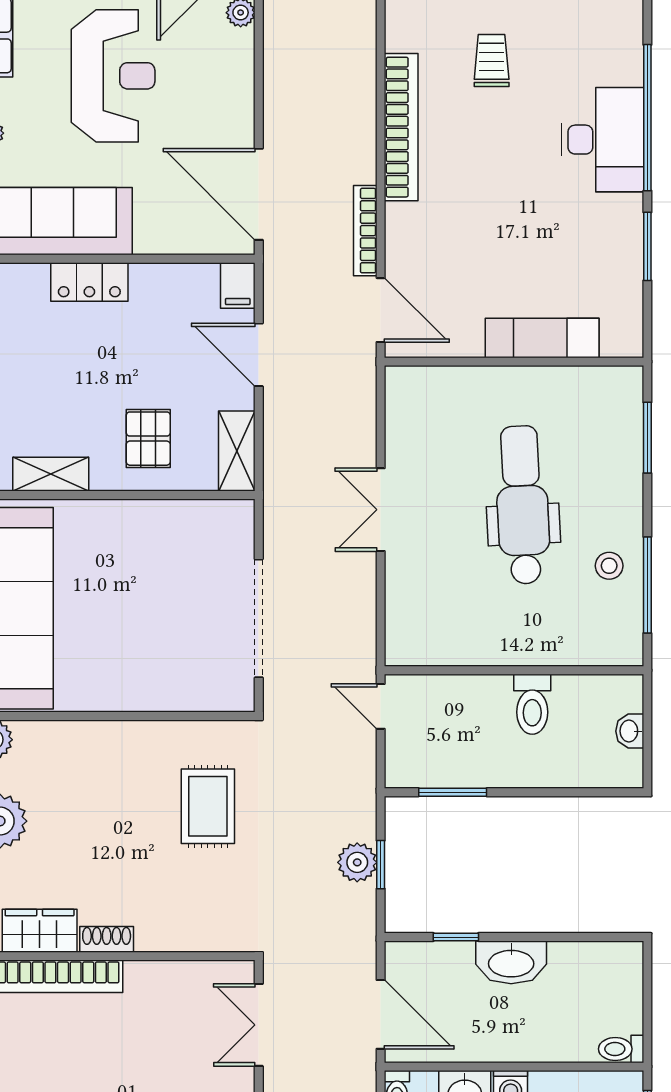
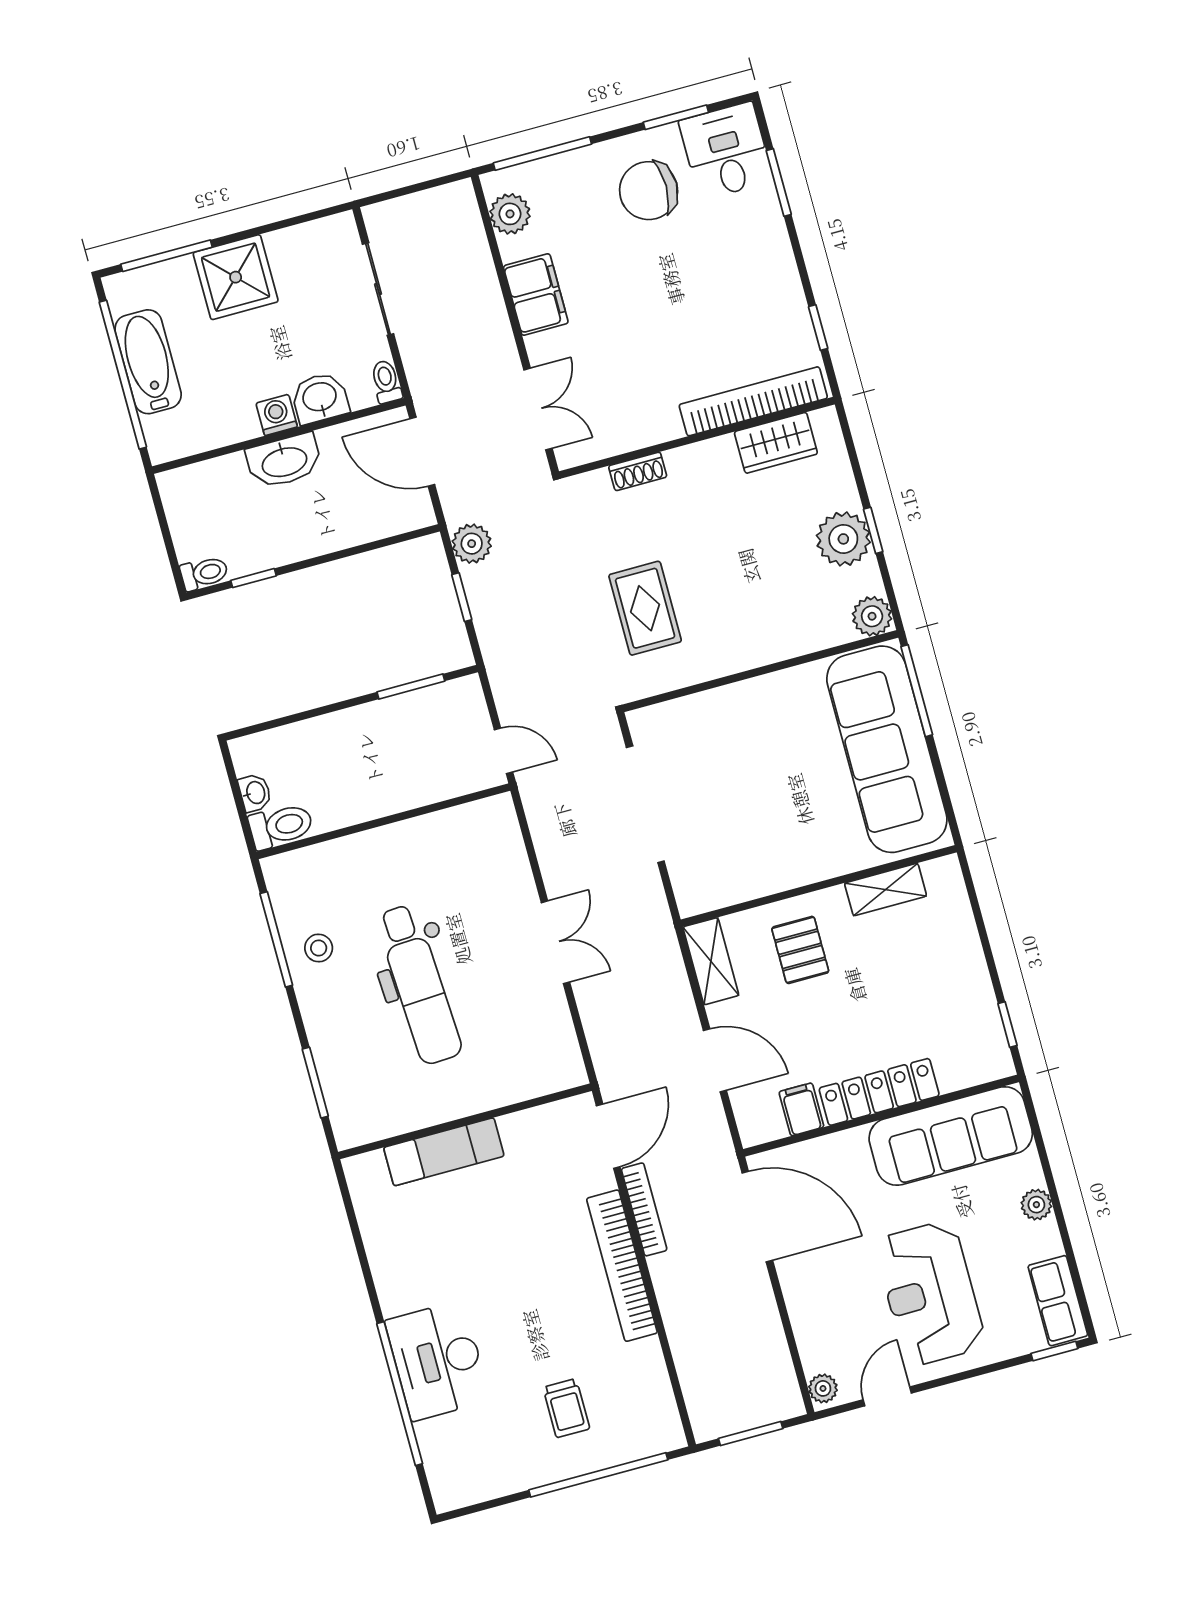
bookcase: (401, 127) -> (622, 1266), moved
window: (647, 246) -> (366, 1269), removed
locker: (89, 282) -> (879, 1092), width x1.53
filing cabinet: (238, 285) -> (801, 1109), moved
door: (381, 310) -> (608, 1136), swing flipped
toilet: (532, 704) -> (281, 826), moved, turned 90
plant: (357, 862) -> (472, 544), moved
window: (456, 937) -> (254, 578), moved
shoe rack: (107, 939) -> (638, 471), moved
washbasin: (511, 962) -> (284, 461), moved, turned 180
toilet: (621, 1049) -> (204, 573), moved

